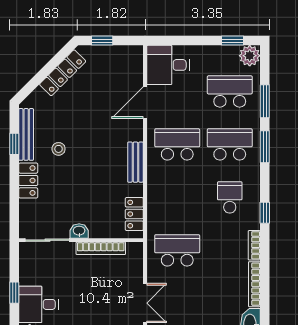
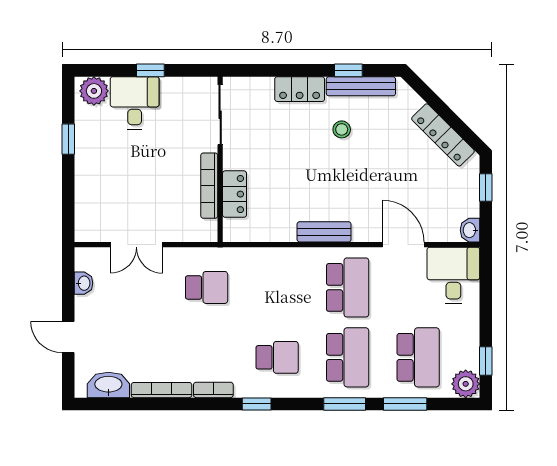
locker: (134, 214) -> (235, 194), moved, turned 90
washbasin: (79, 231) -> (470, 230), moved, turned 180
school desk: (177, 250) -> (207, 287), width x0.54

